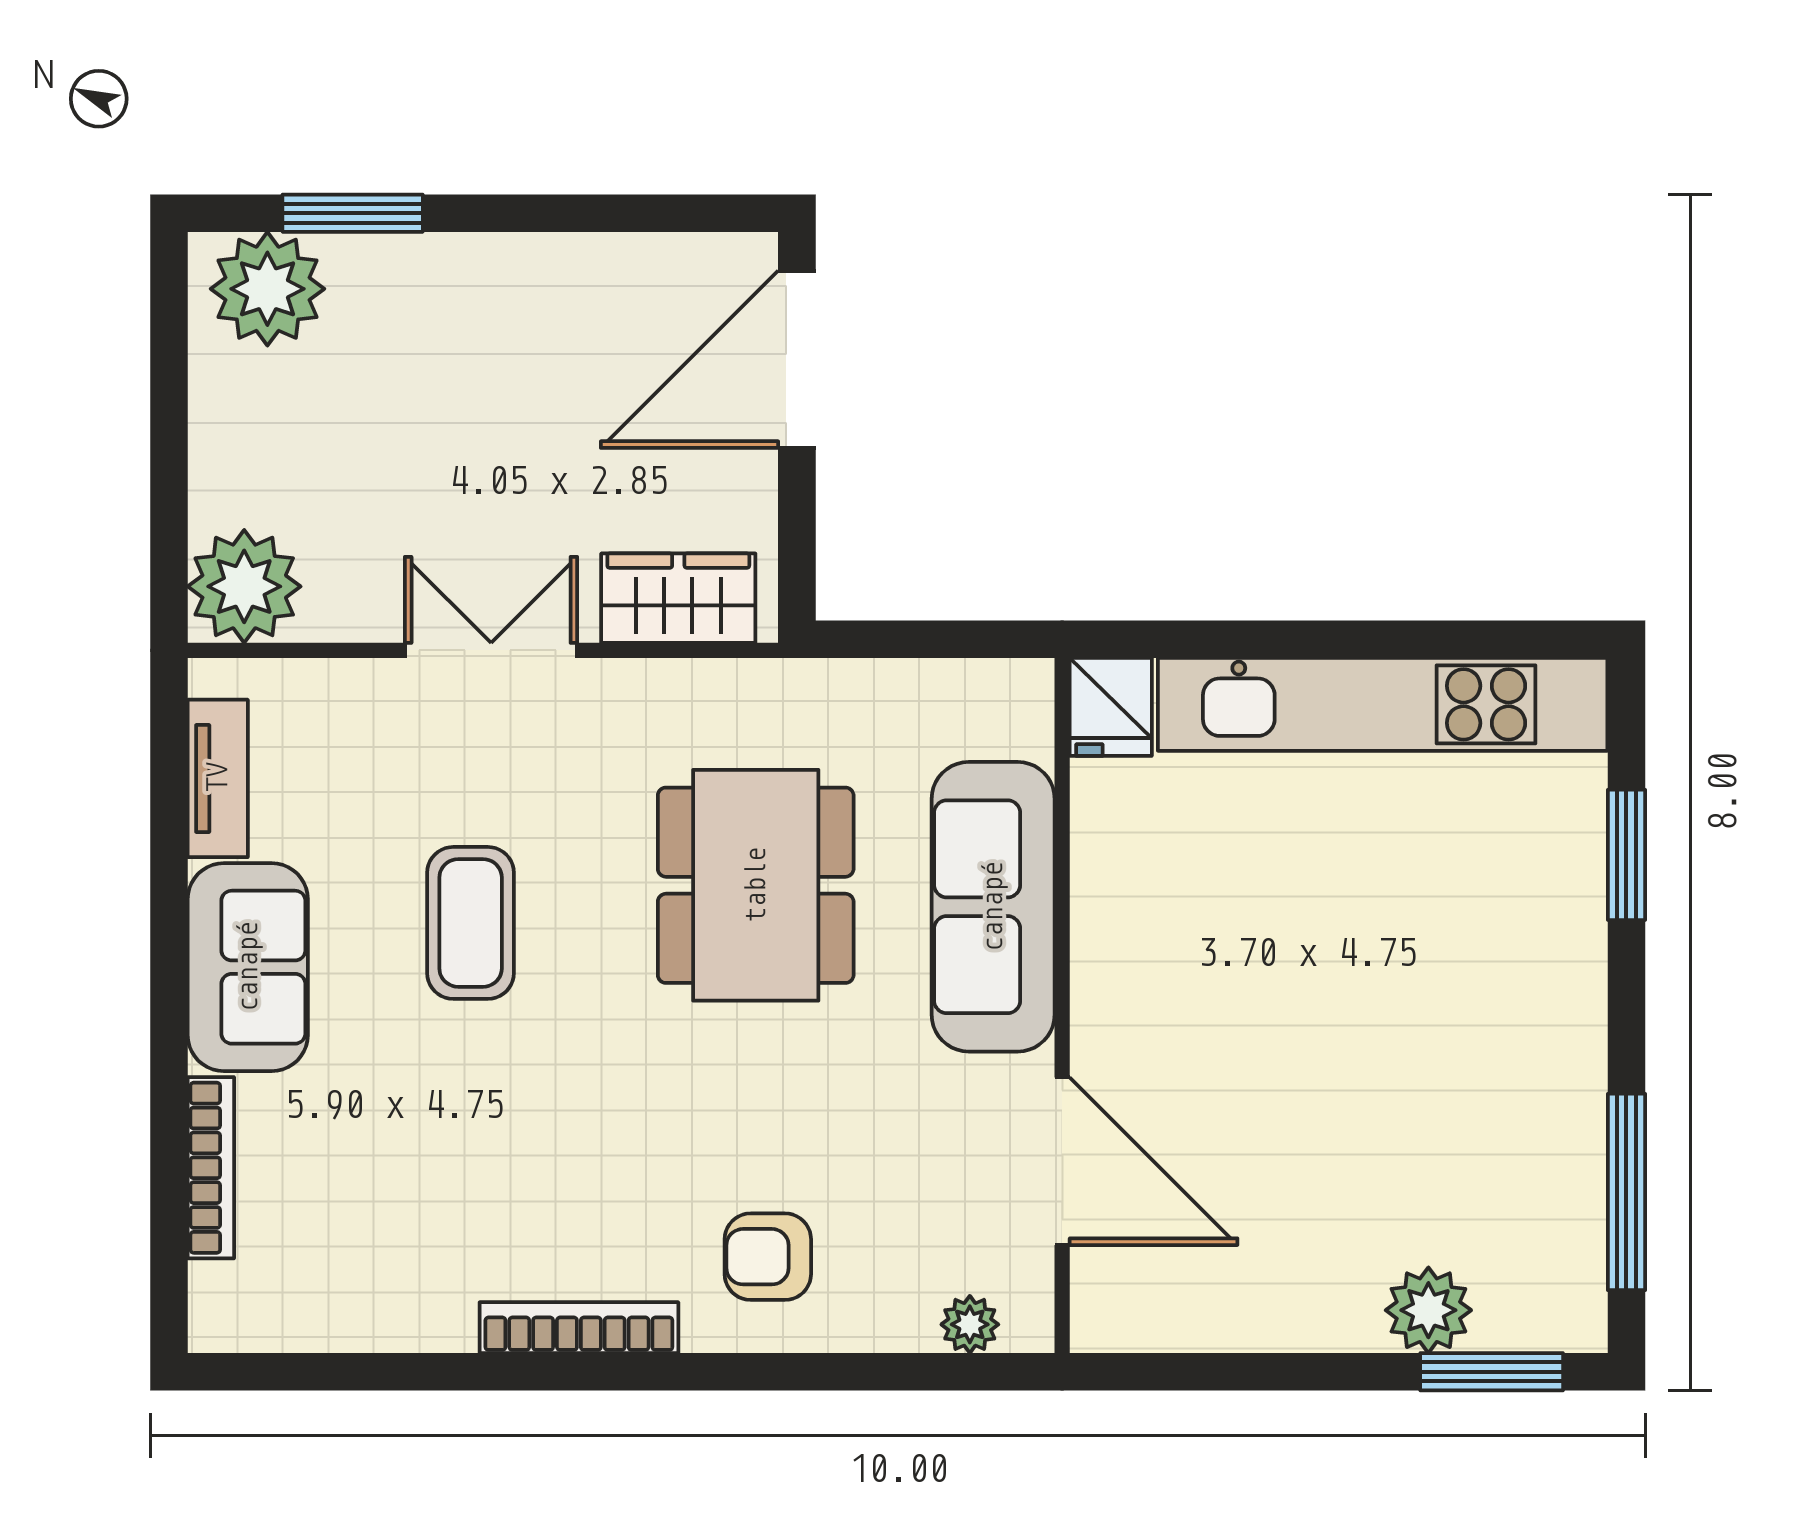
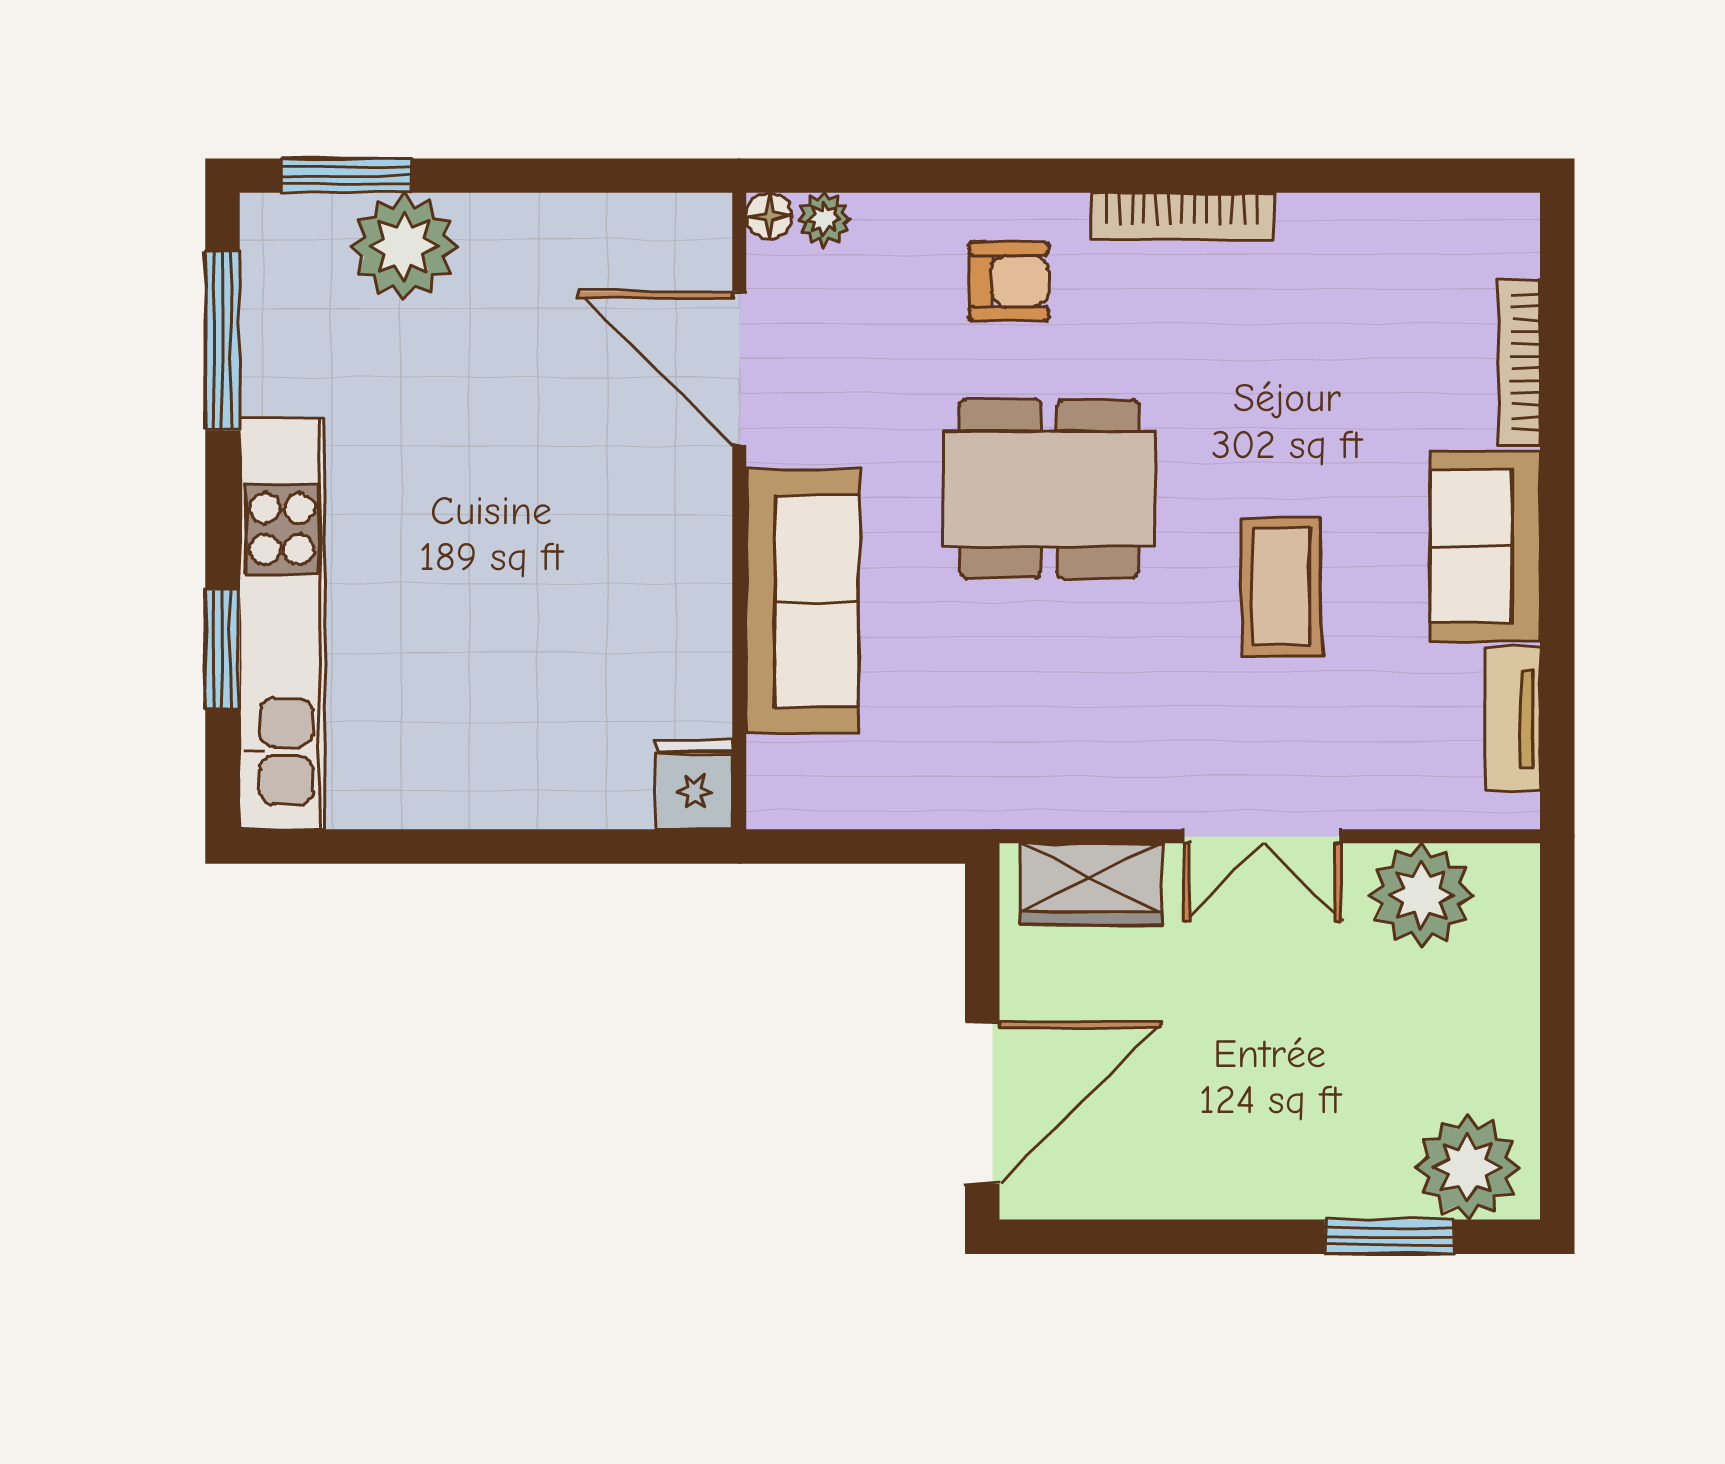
plant: (244, 586) -> (1421, 895), moved
kitchen unit: (1383, 704) -> (282, 624), moved, turned 90
dining table: (756, 885) -> (1049, 489), moved, turned 90
plant: (1428, 1310) -> (404, 246), width x1.36, depth x1.36
floor lamp: (1030, 1328) -> (769, 216), added

